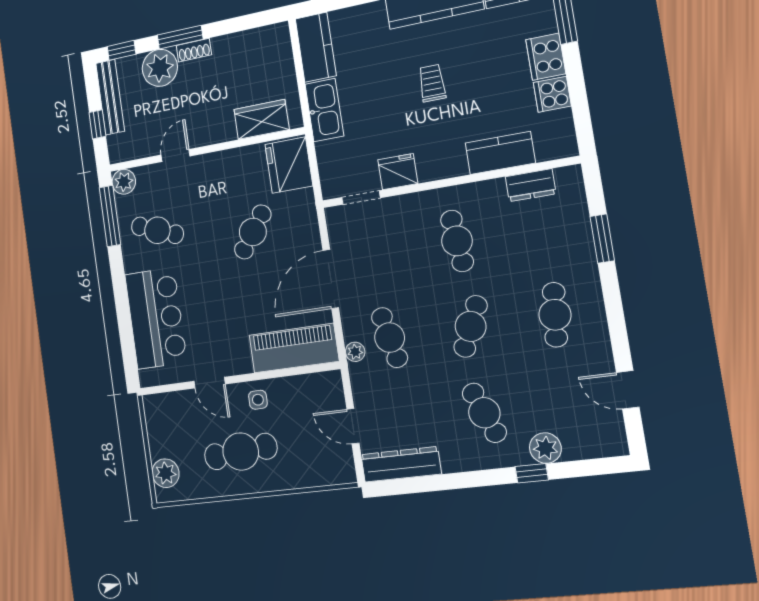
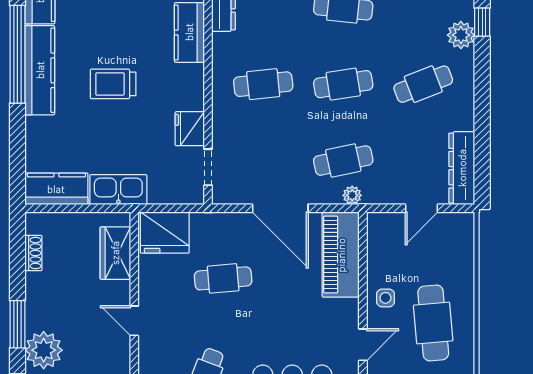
shoe rack: (194, 50) -> (33, 253), moved
trolley: (432, 83) -> (113, 84), width x1.36, depth x1.39
door: (175, 155) -> (134, 321), moved
cafe table: (253, 232) -> (223, 278), turned -41
cafe table: (471, 326) -> (343, 84), turned -33
window: (532, 473) -> (482, 22), moved

